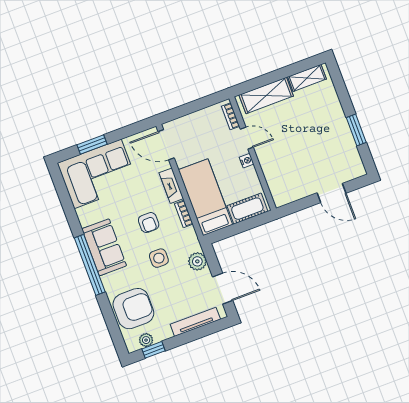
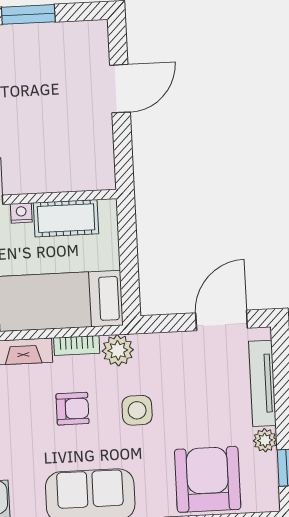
cot: (247, 209) -> (66, 218), moved, turned 90
plant: (197, 261) -> (118, 350), moved
plant: (146, 340) -> (265, 440), moved

